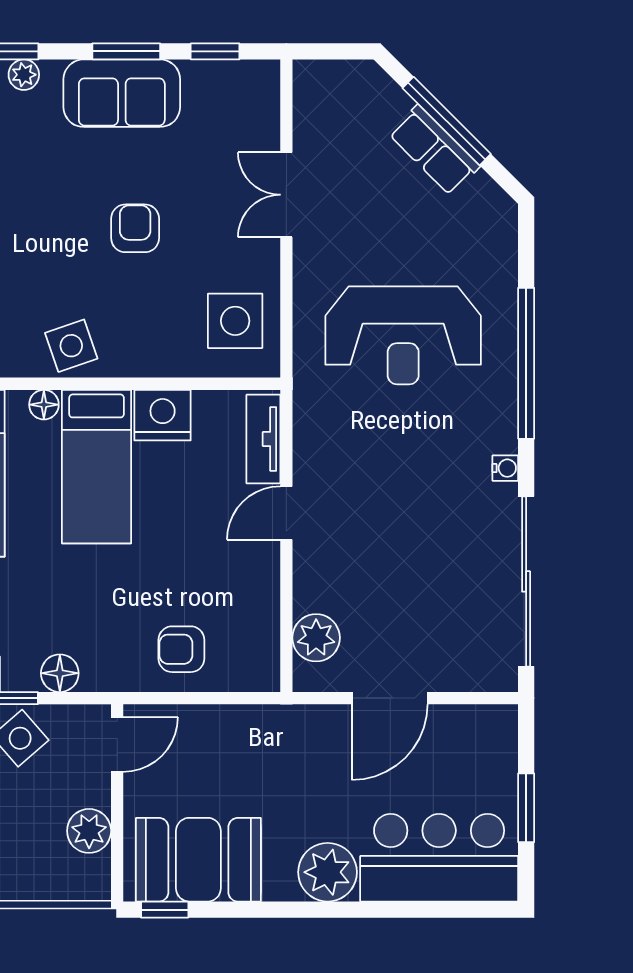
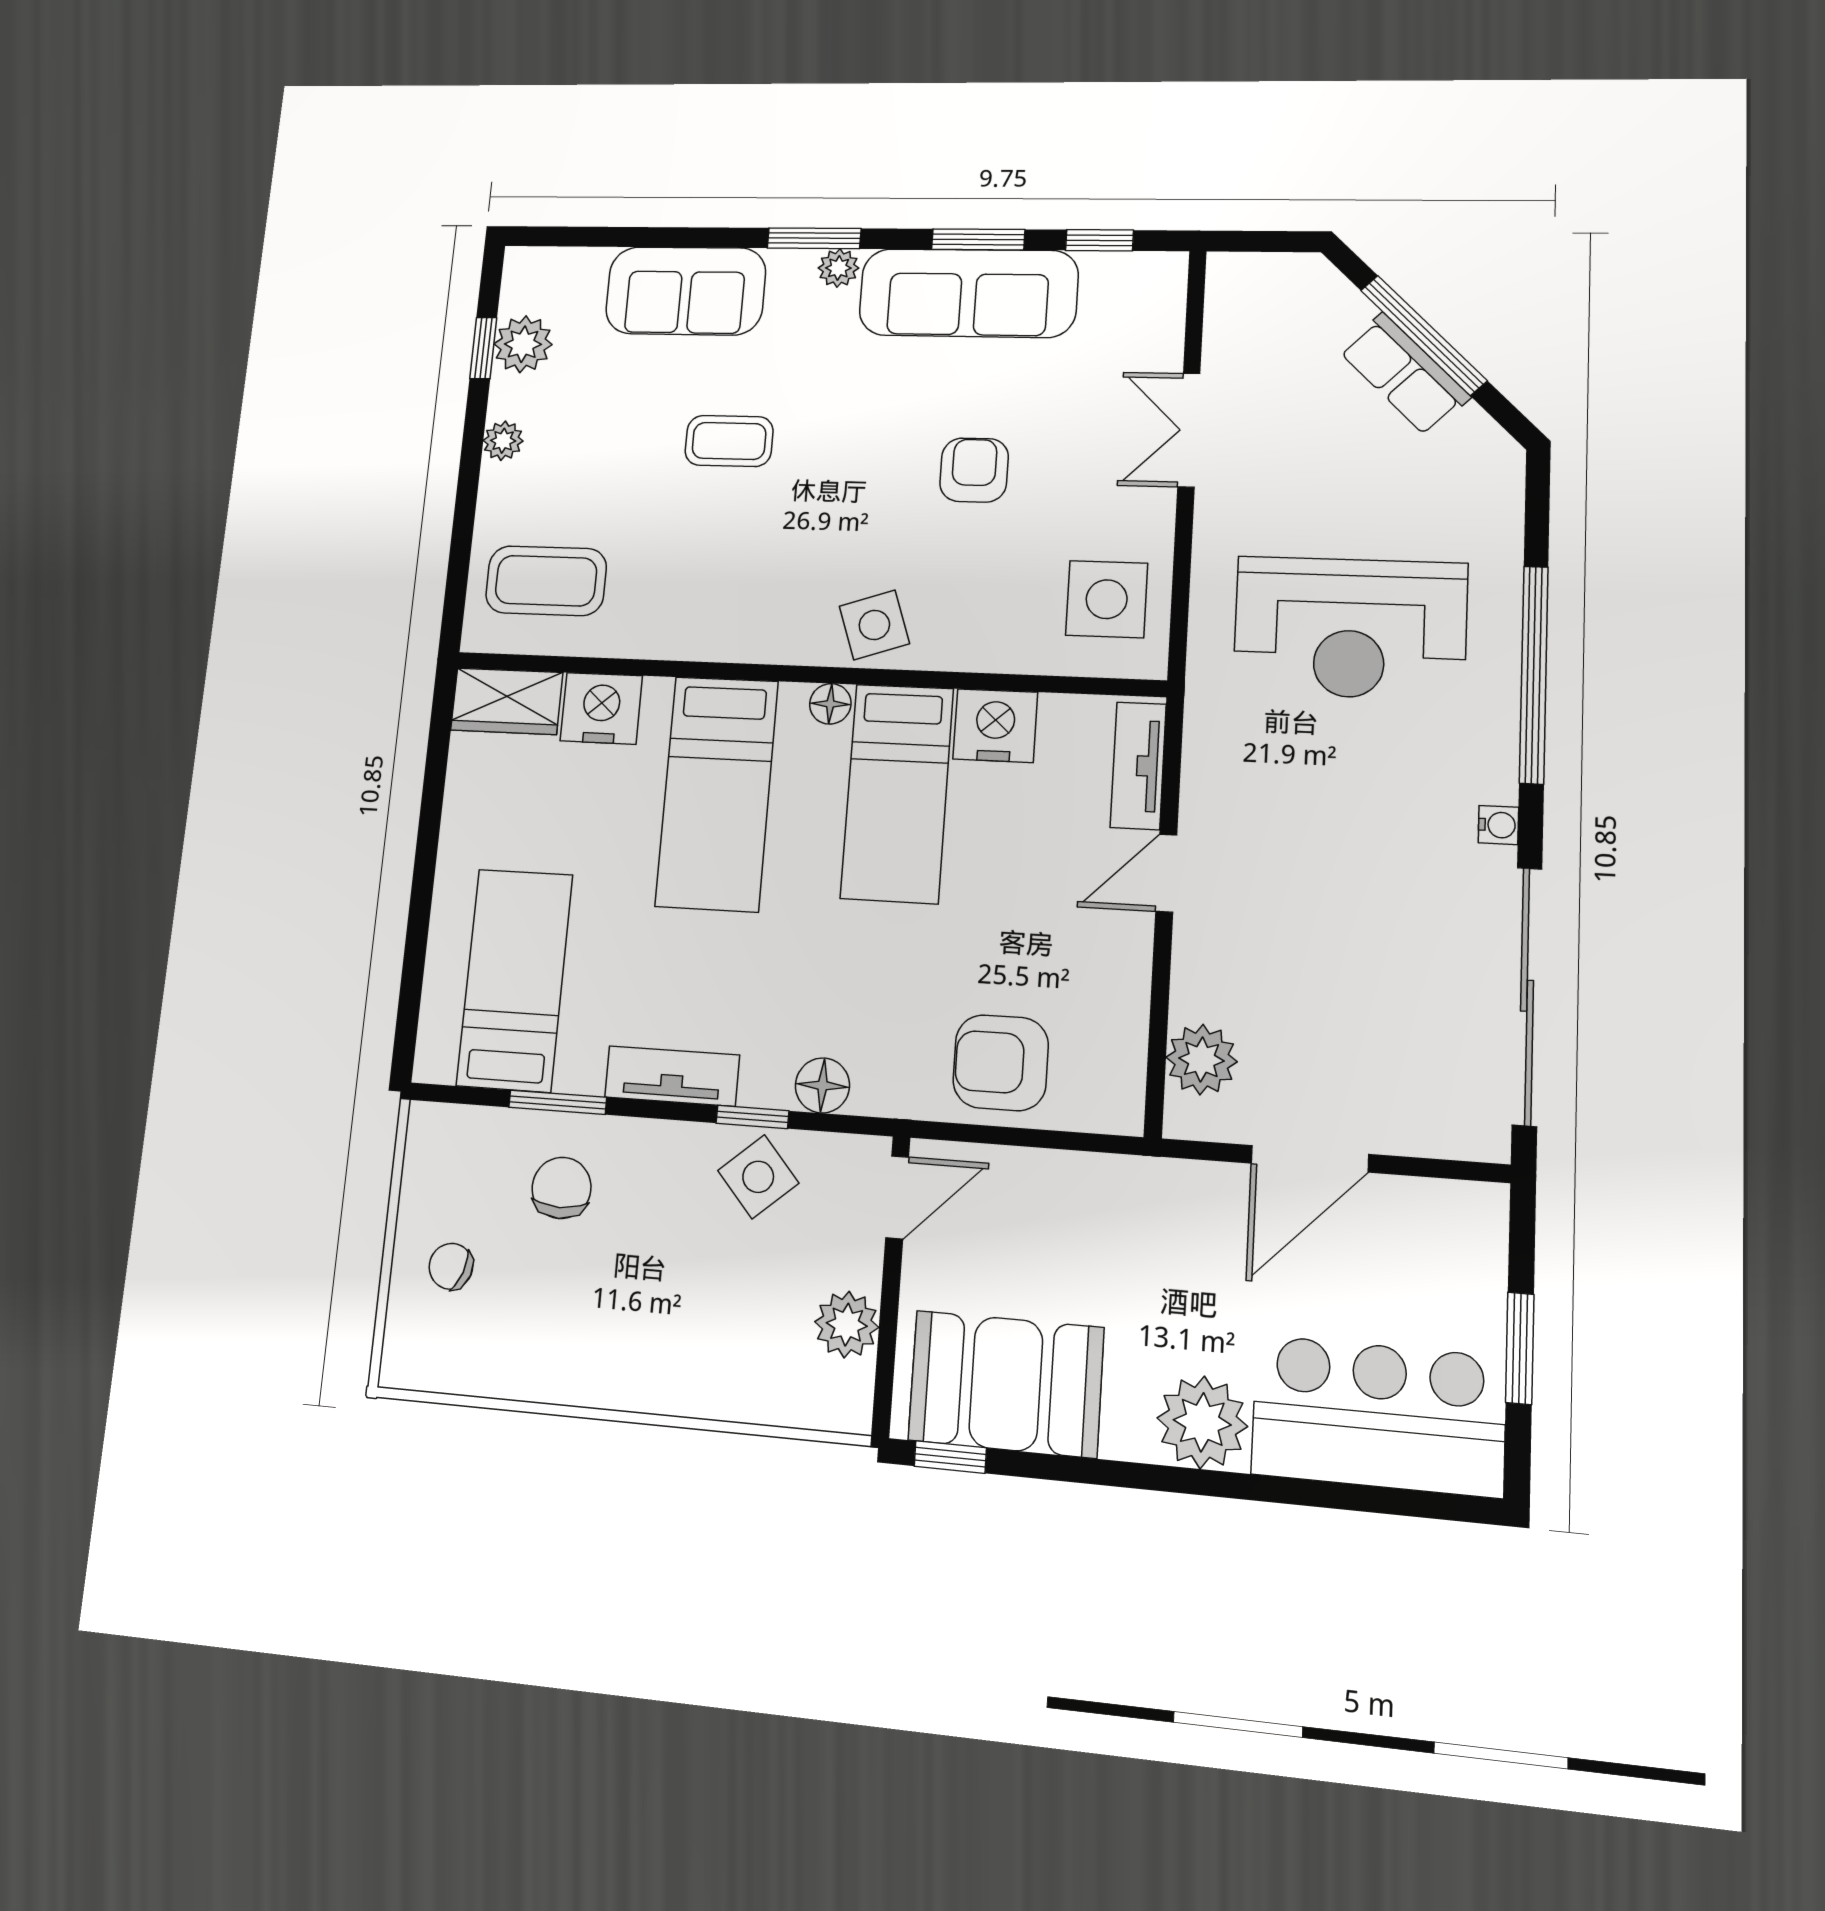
sofa: (122, 93) -> (968, 293), width x1.36
armchair: (181, 649) -> (1001, 1063), width x1.38, depth x1.38

